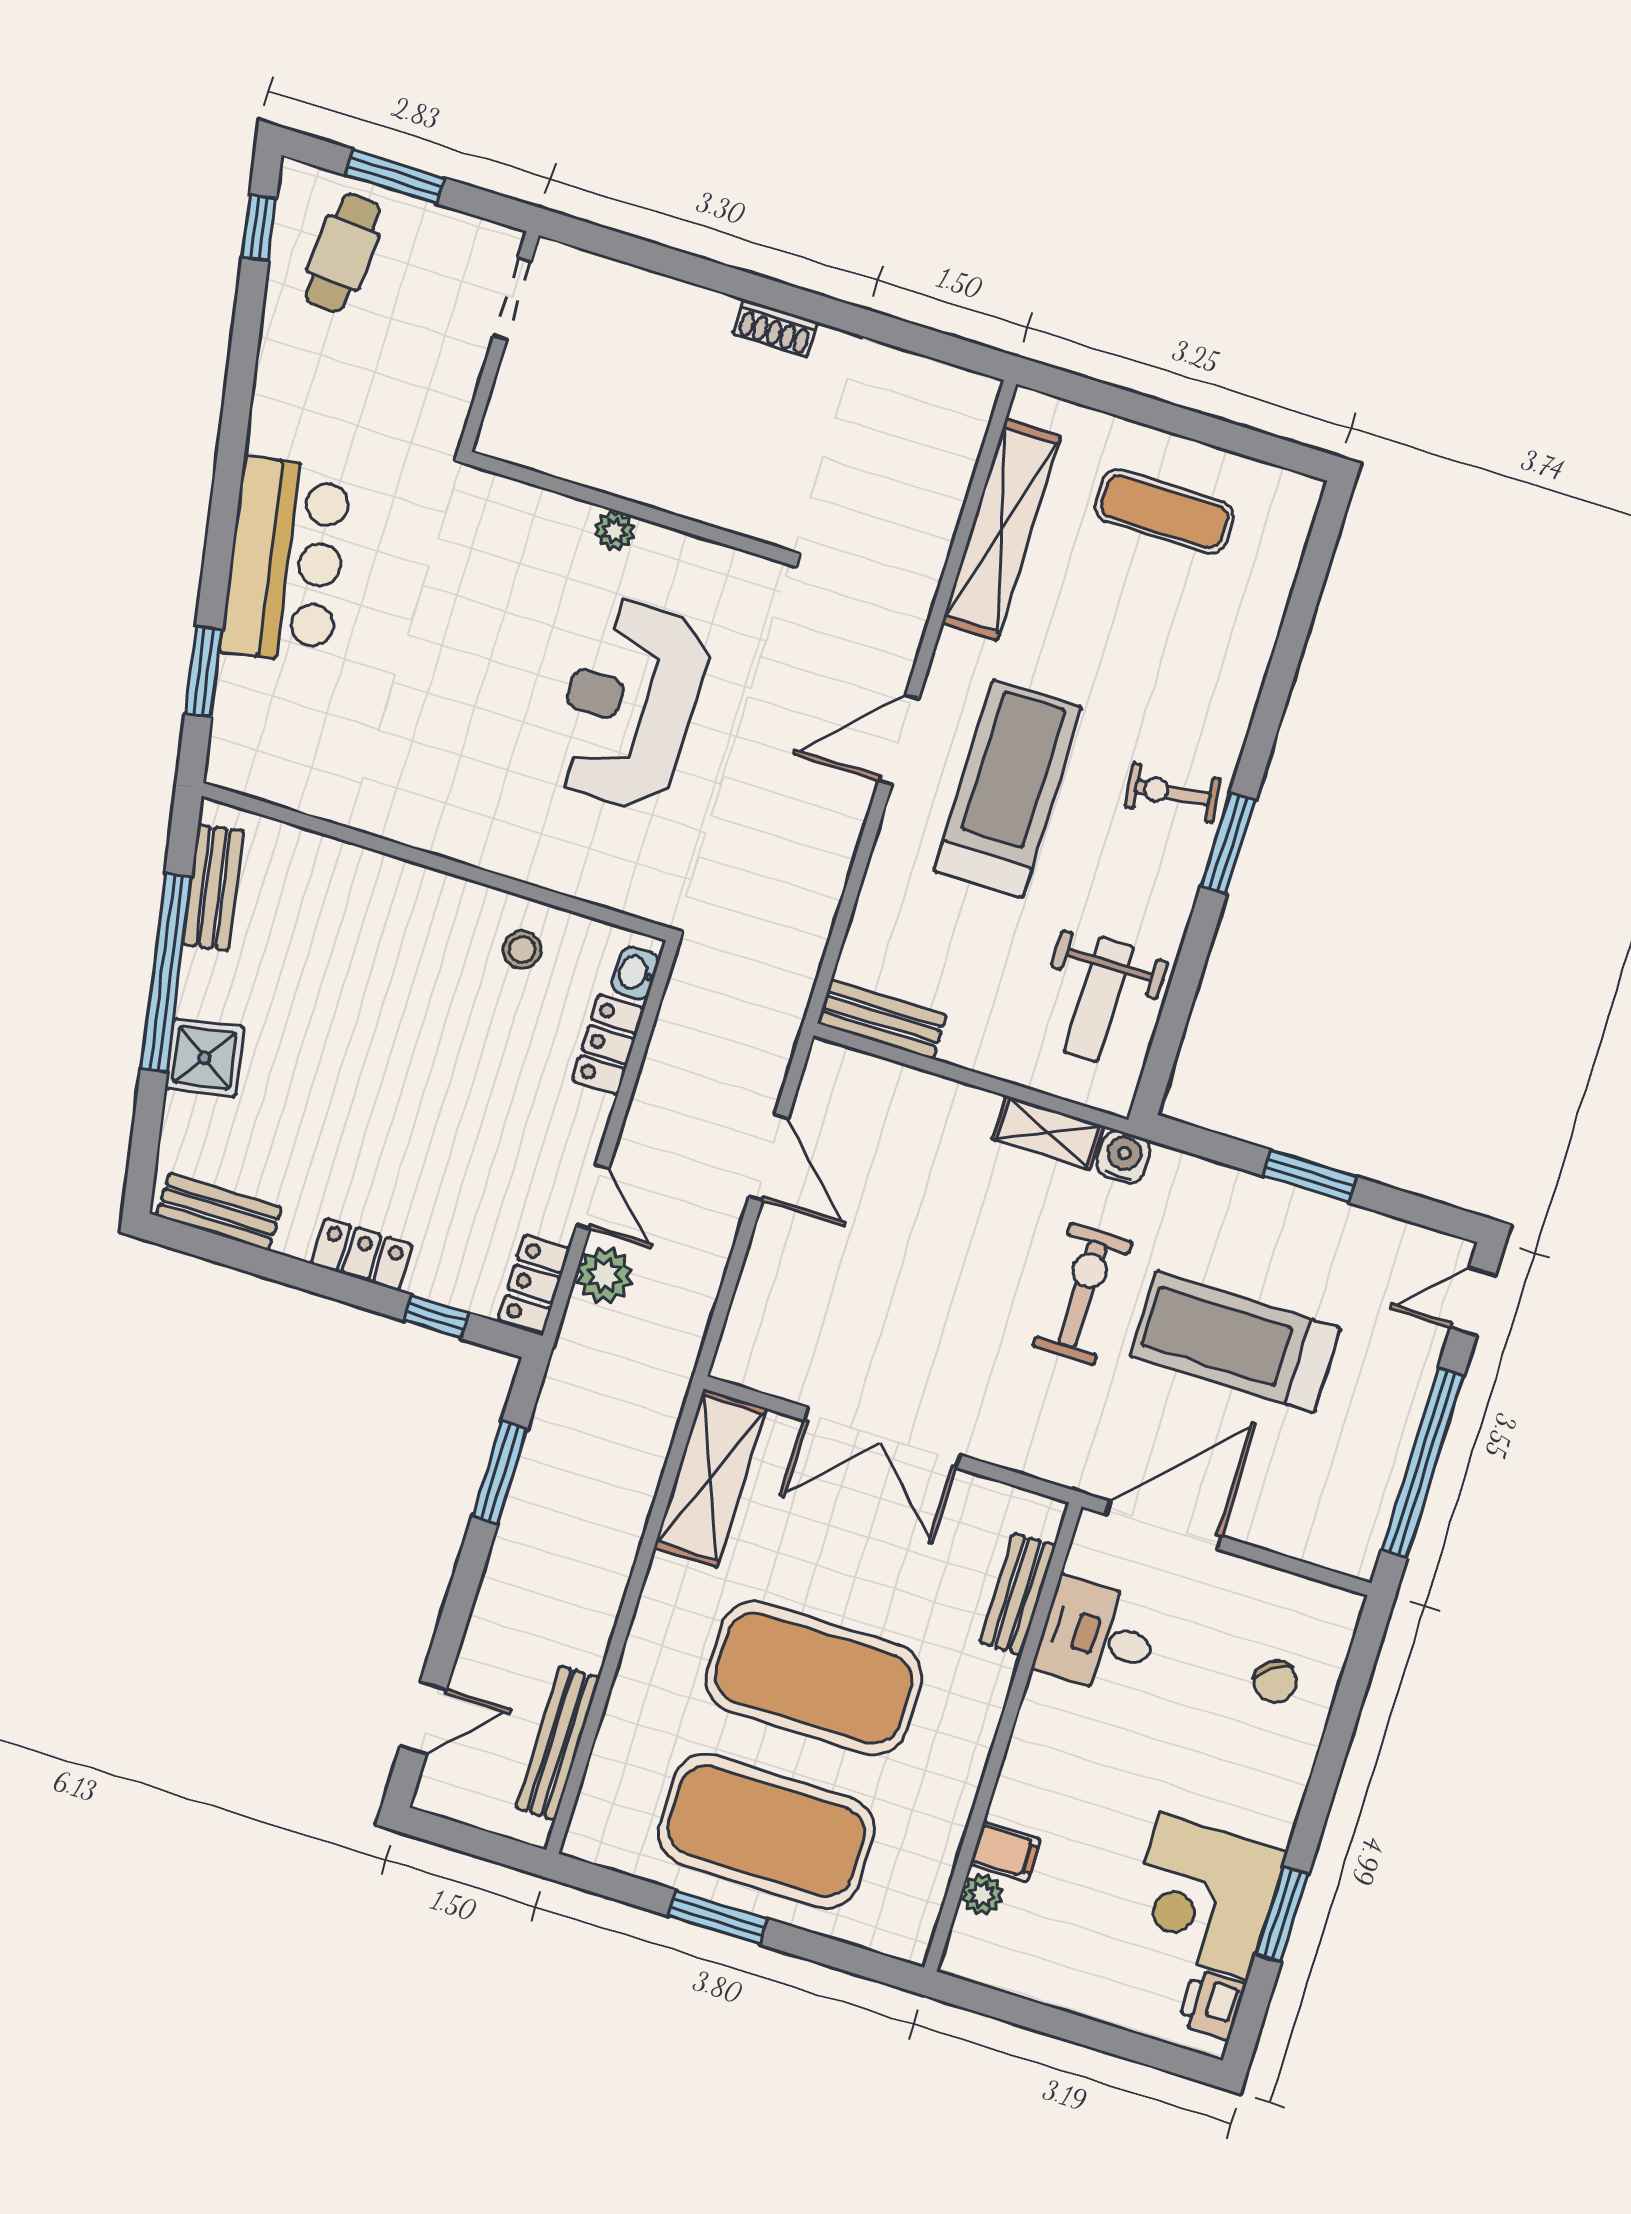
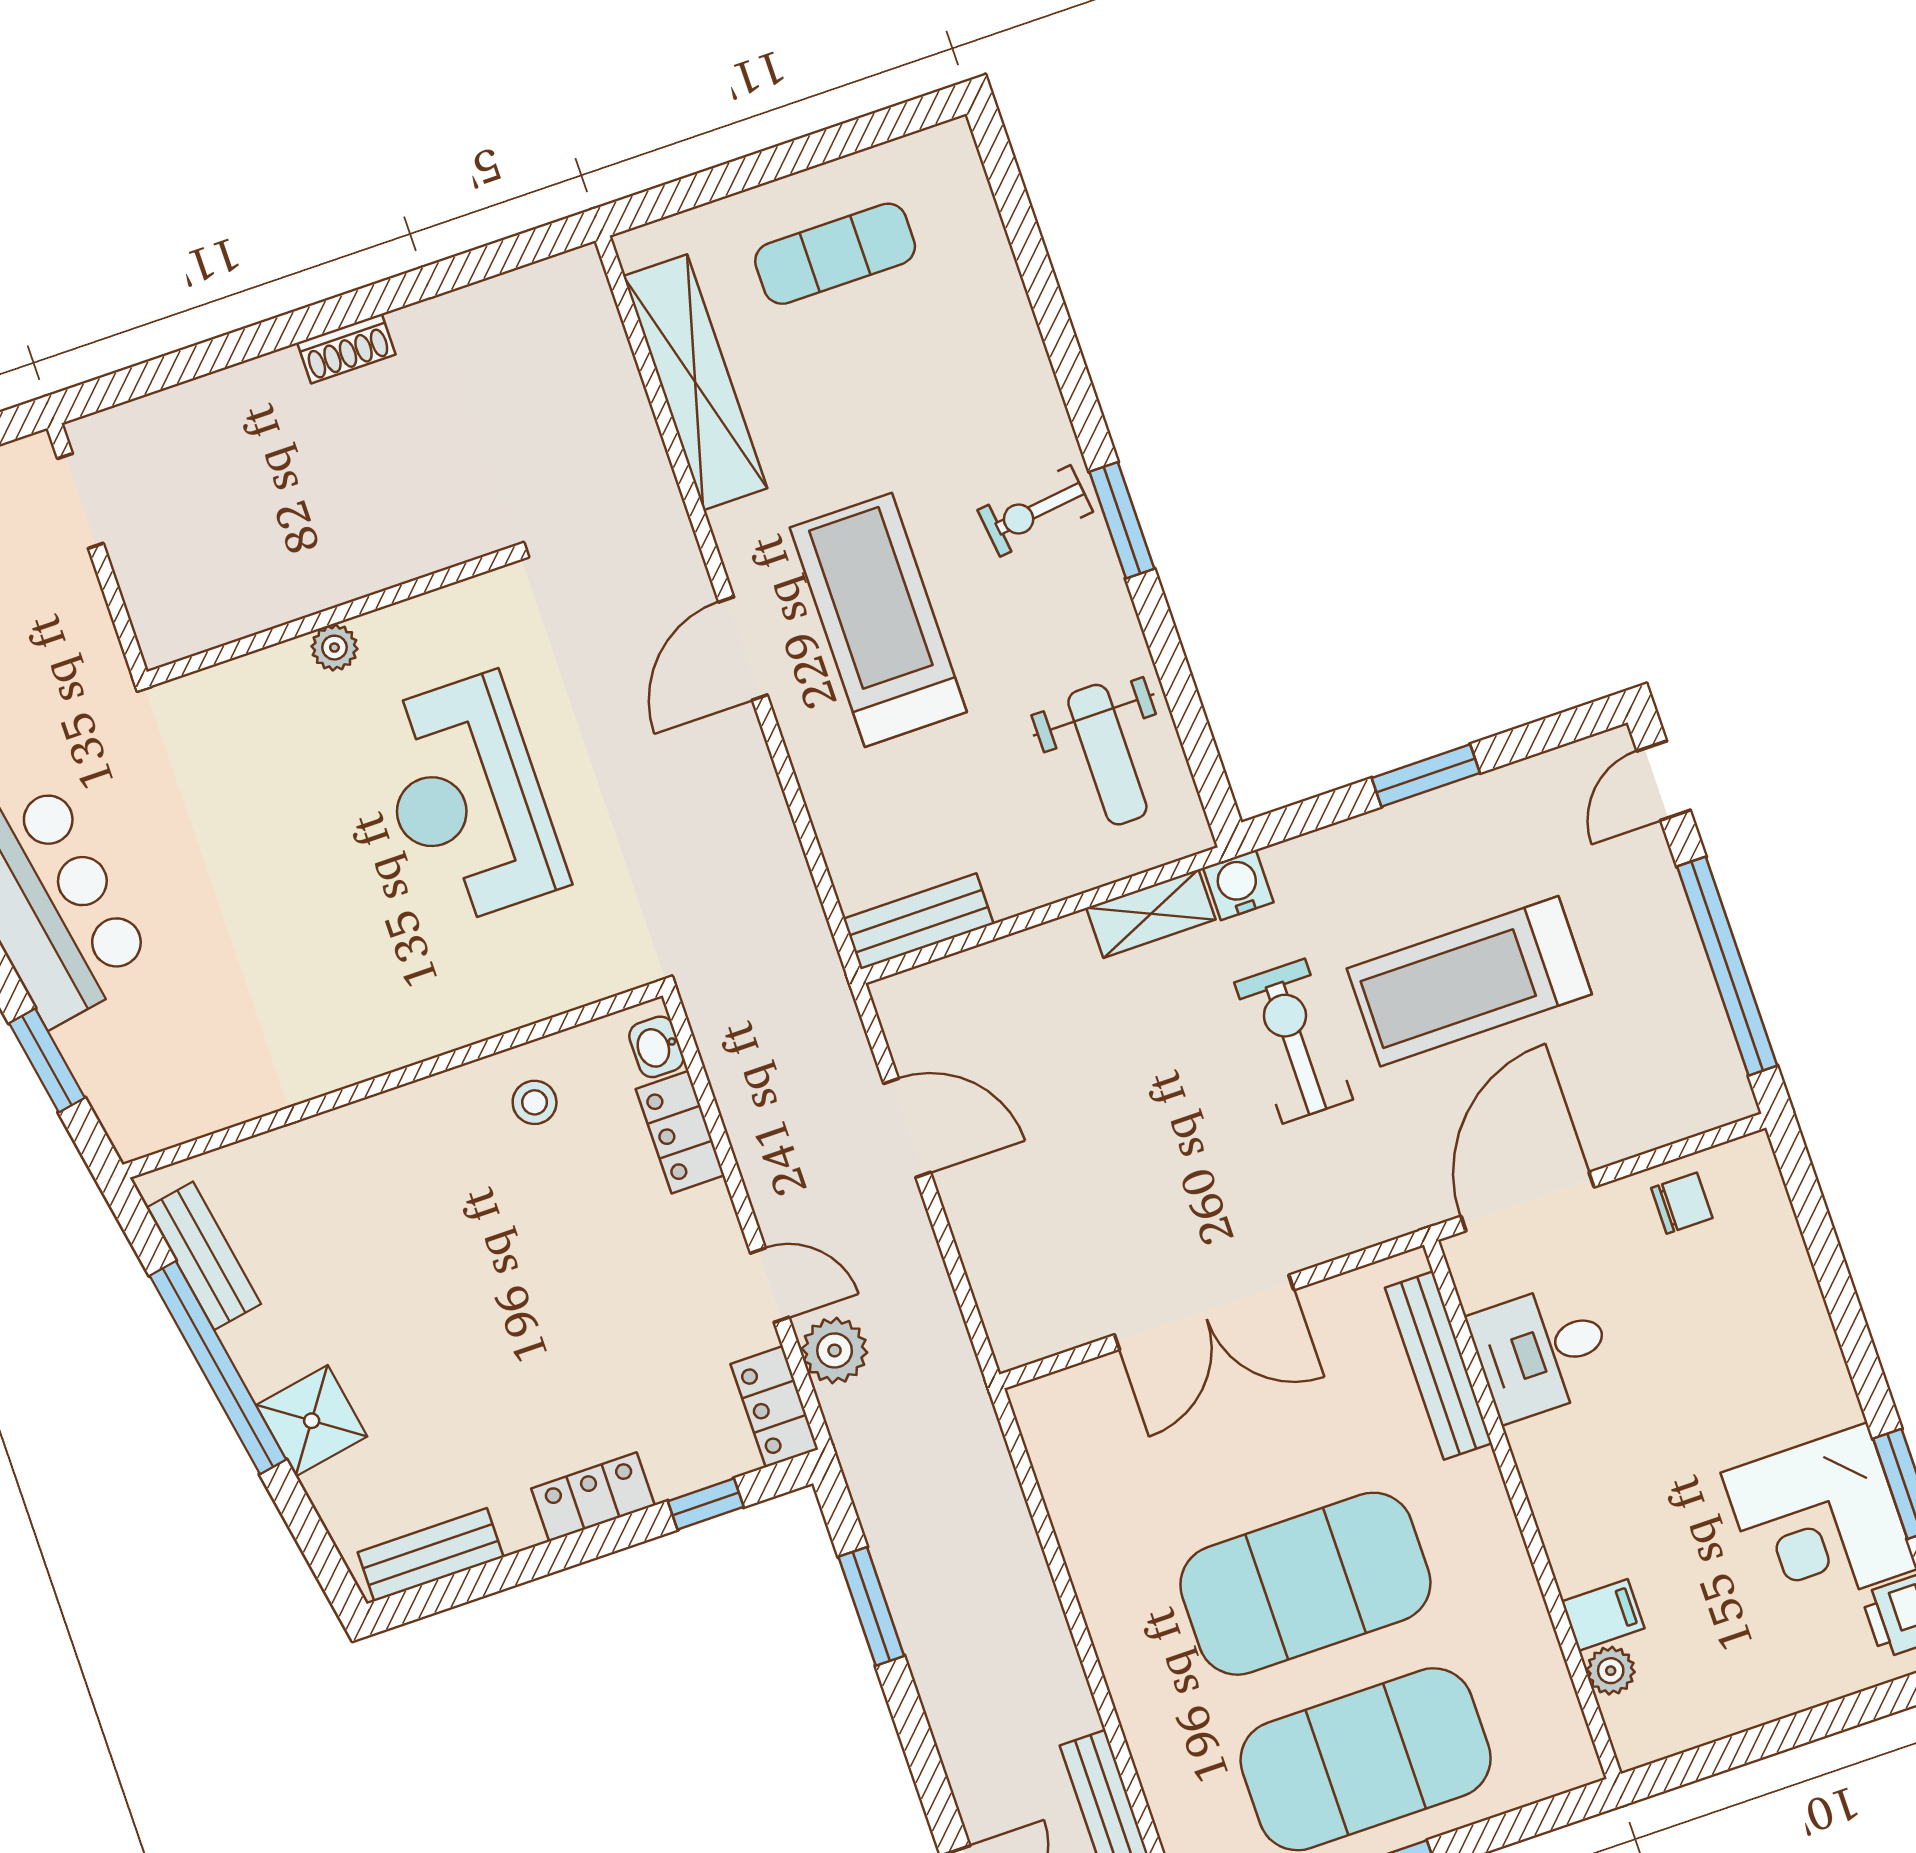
shelving: (710, 1478) -> (1072, 1467), removed
bench: (1018, 1594) -> (1438, 1366), width x1.36
chair: (1275, 1682) -> (1682, 1203), moved, turned -56

